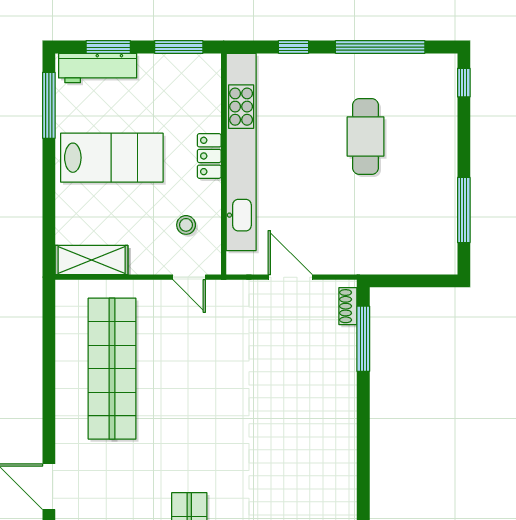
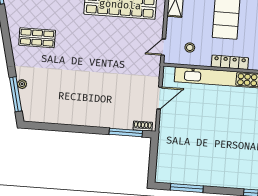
cafe table: (366, 136) -> (228, 141), removed
locker: (209, 156) -> (230, 62), width x1.53

